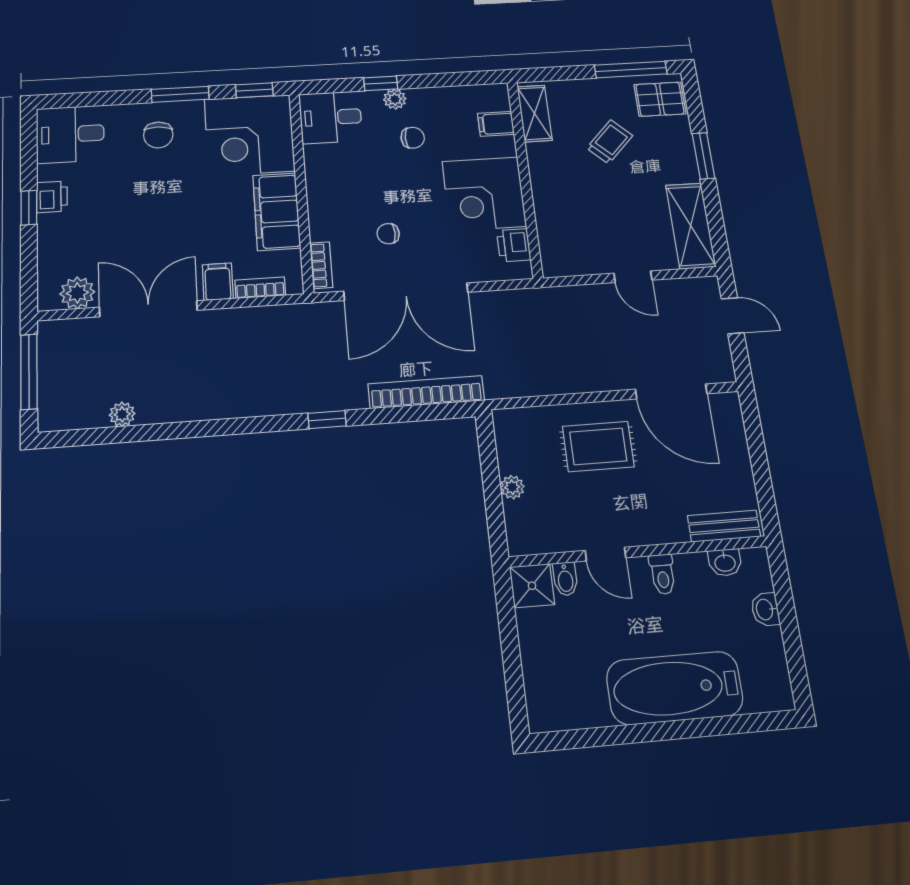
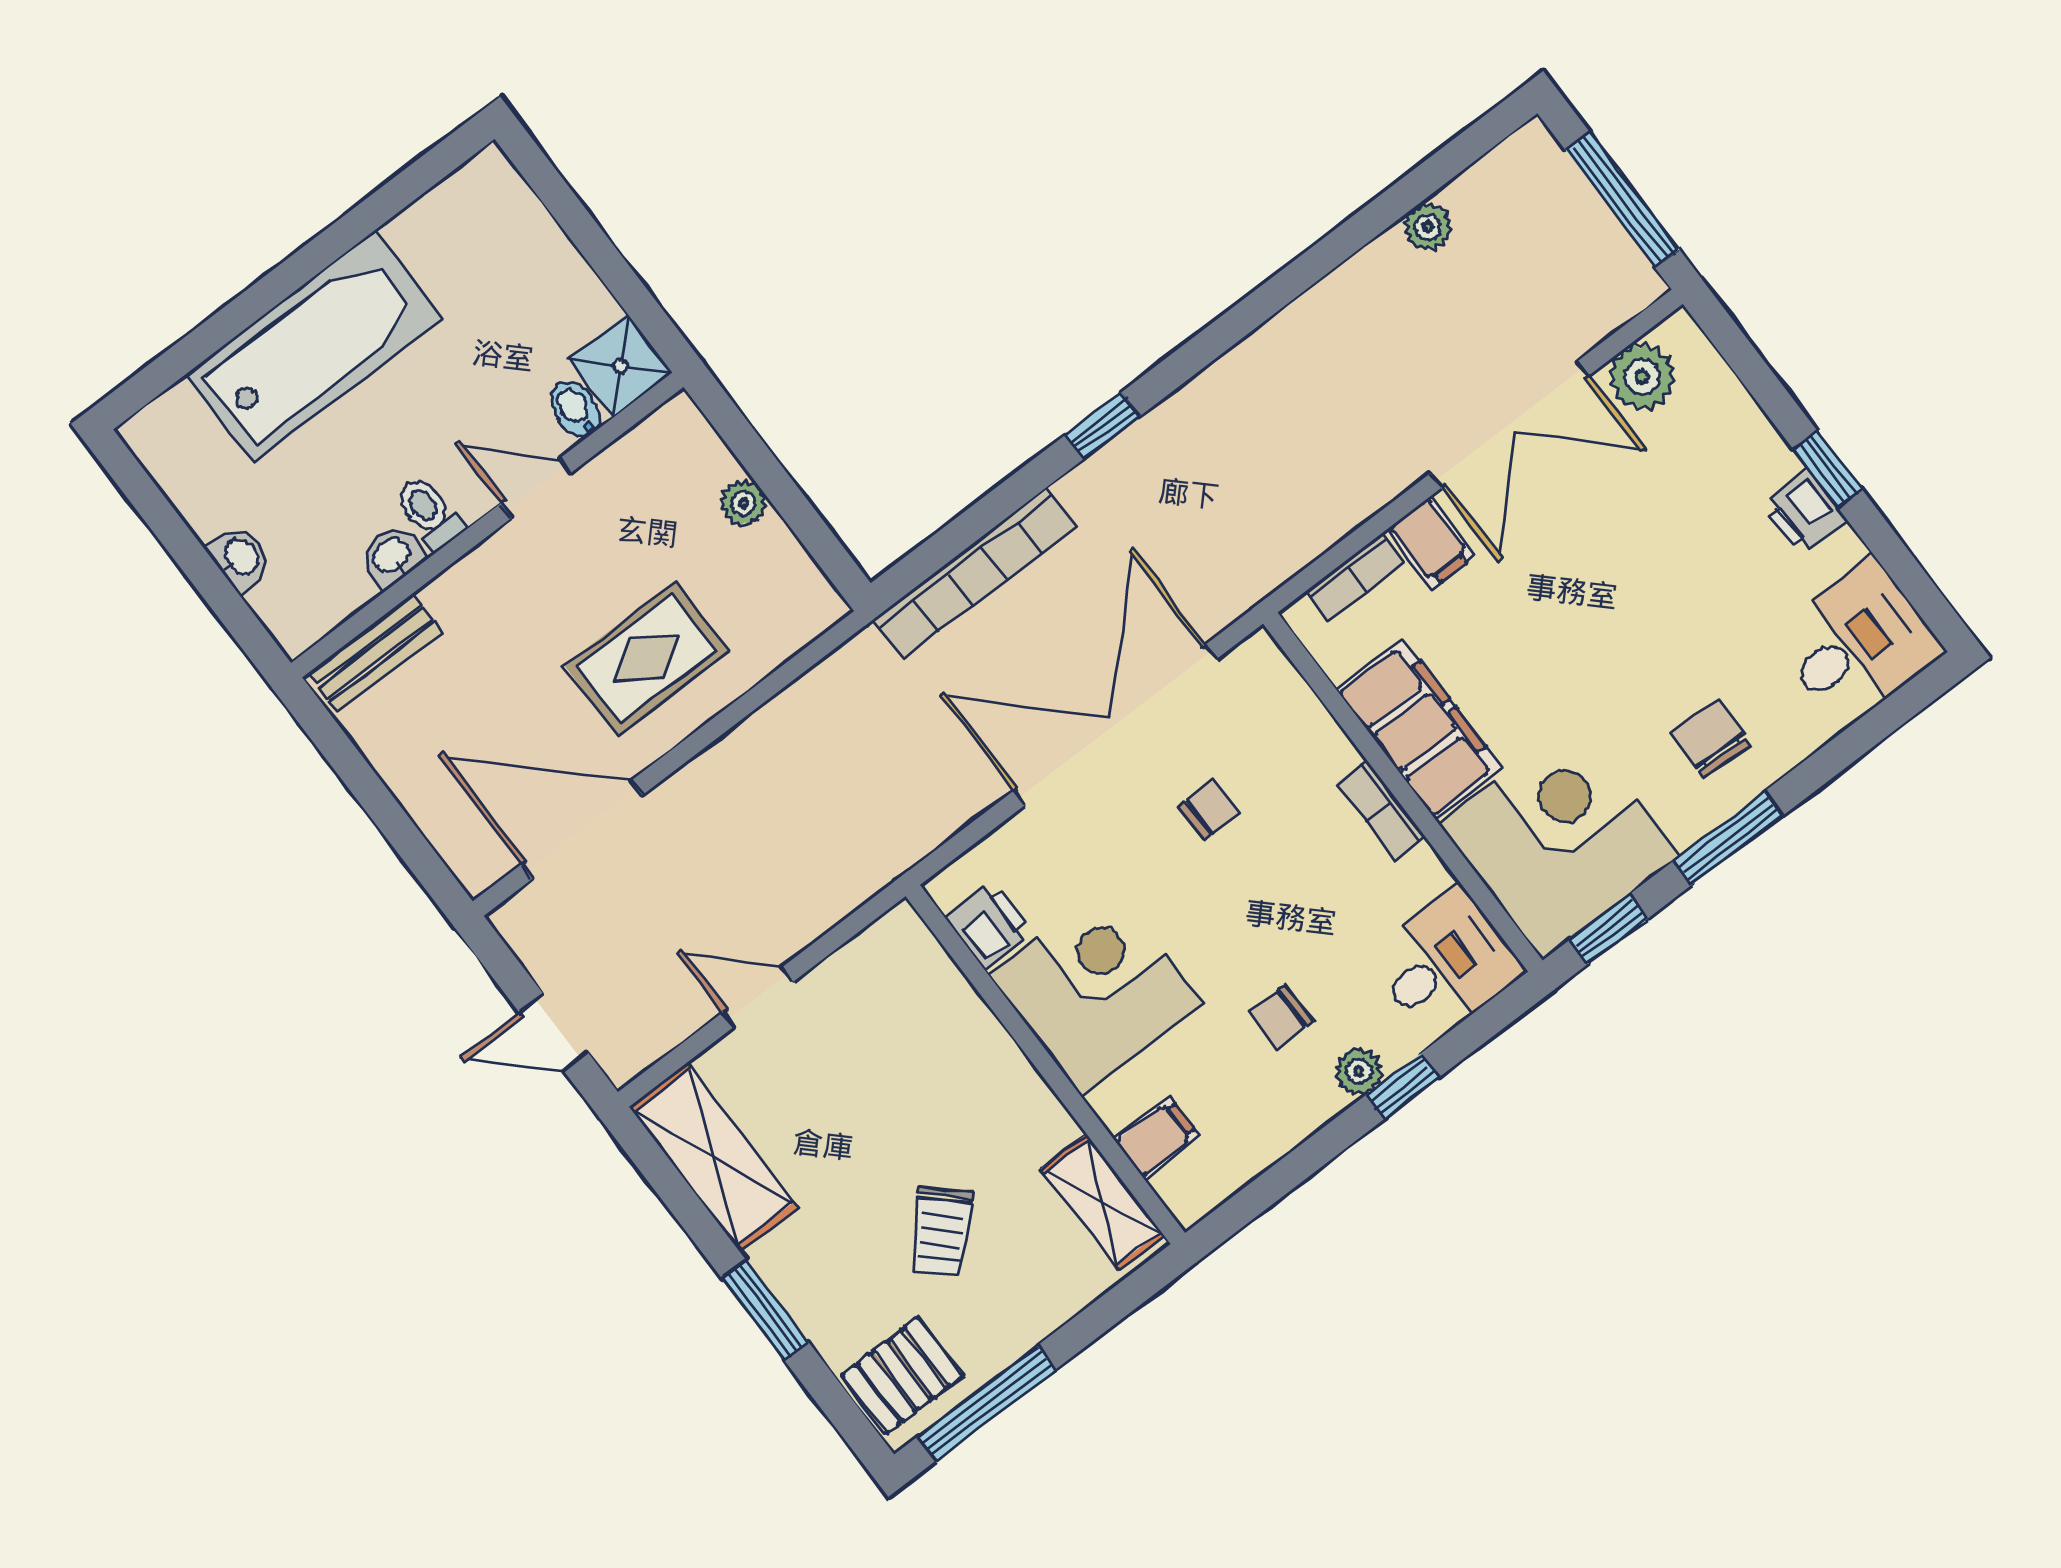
bookcase: (321, 265) -> (1381, 810), moved
washbasin: (725, 562) -> (392, 556), moved

